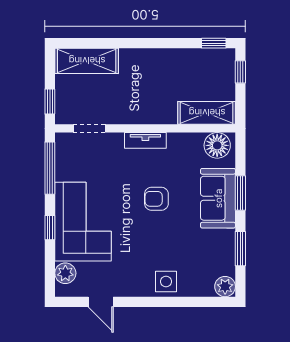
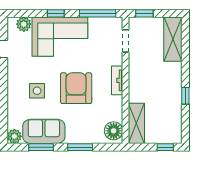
window: (214, 43) -> (185, 96), moved
sofa: (218, 198) -> (44, 131), moved
armchair: (156, 199) -> (76, 88), width x1.88, depth x1.88
side table: (166, 282) -> (37, 91), moved

